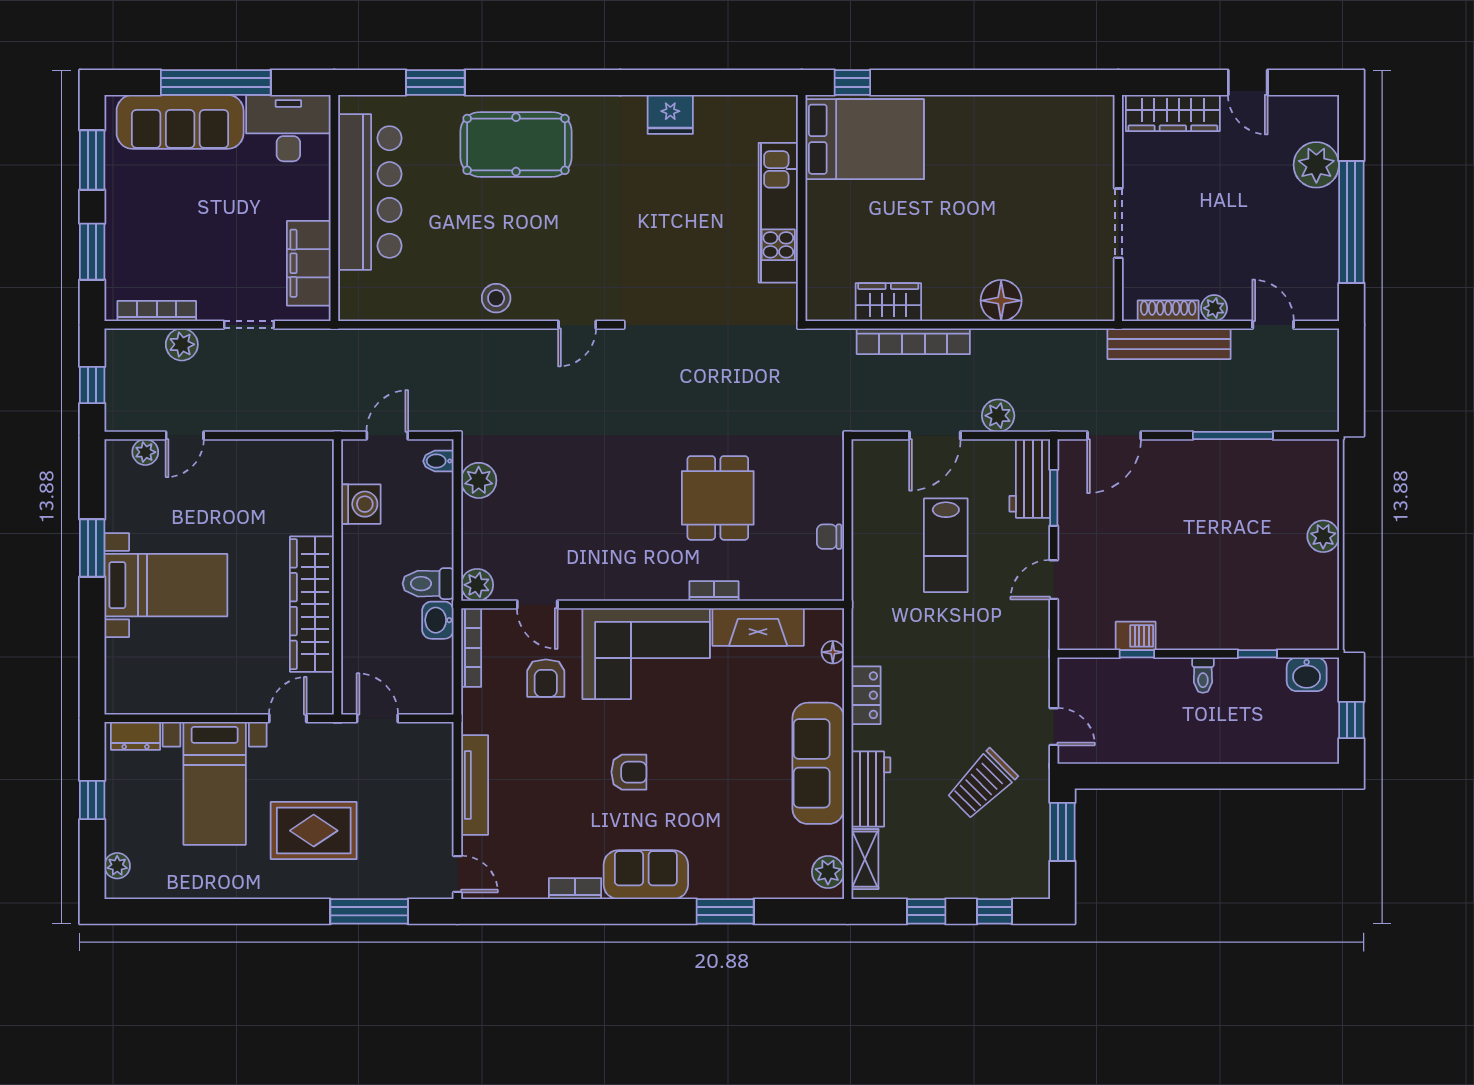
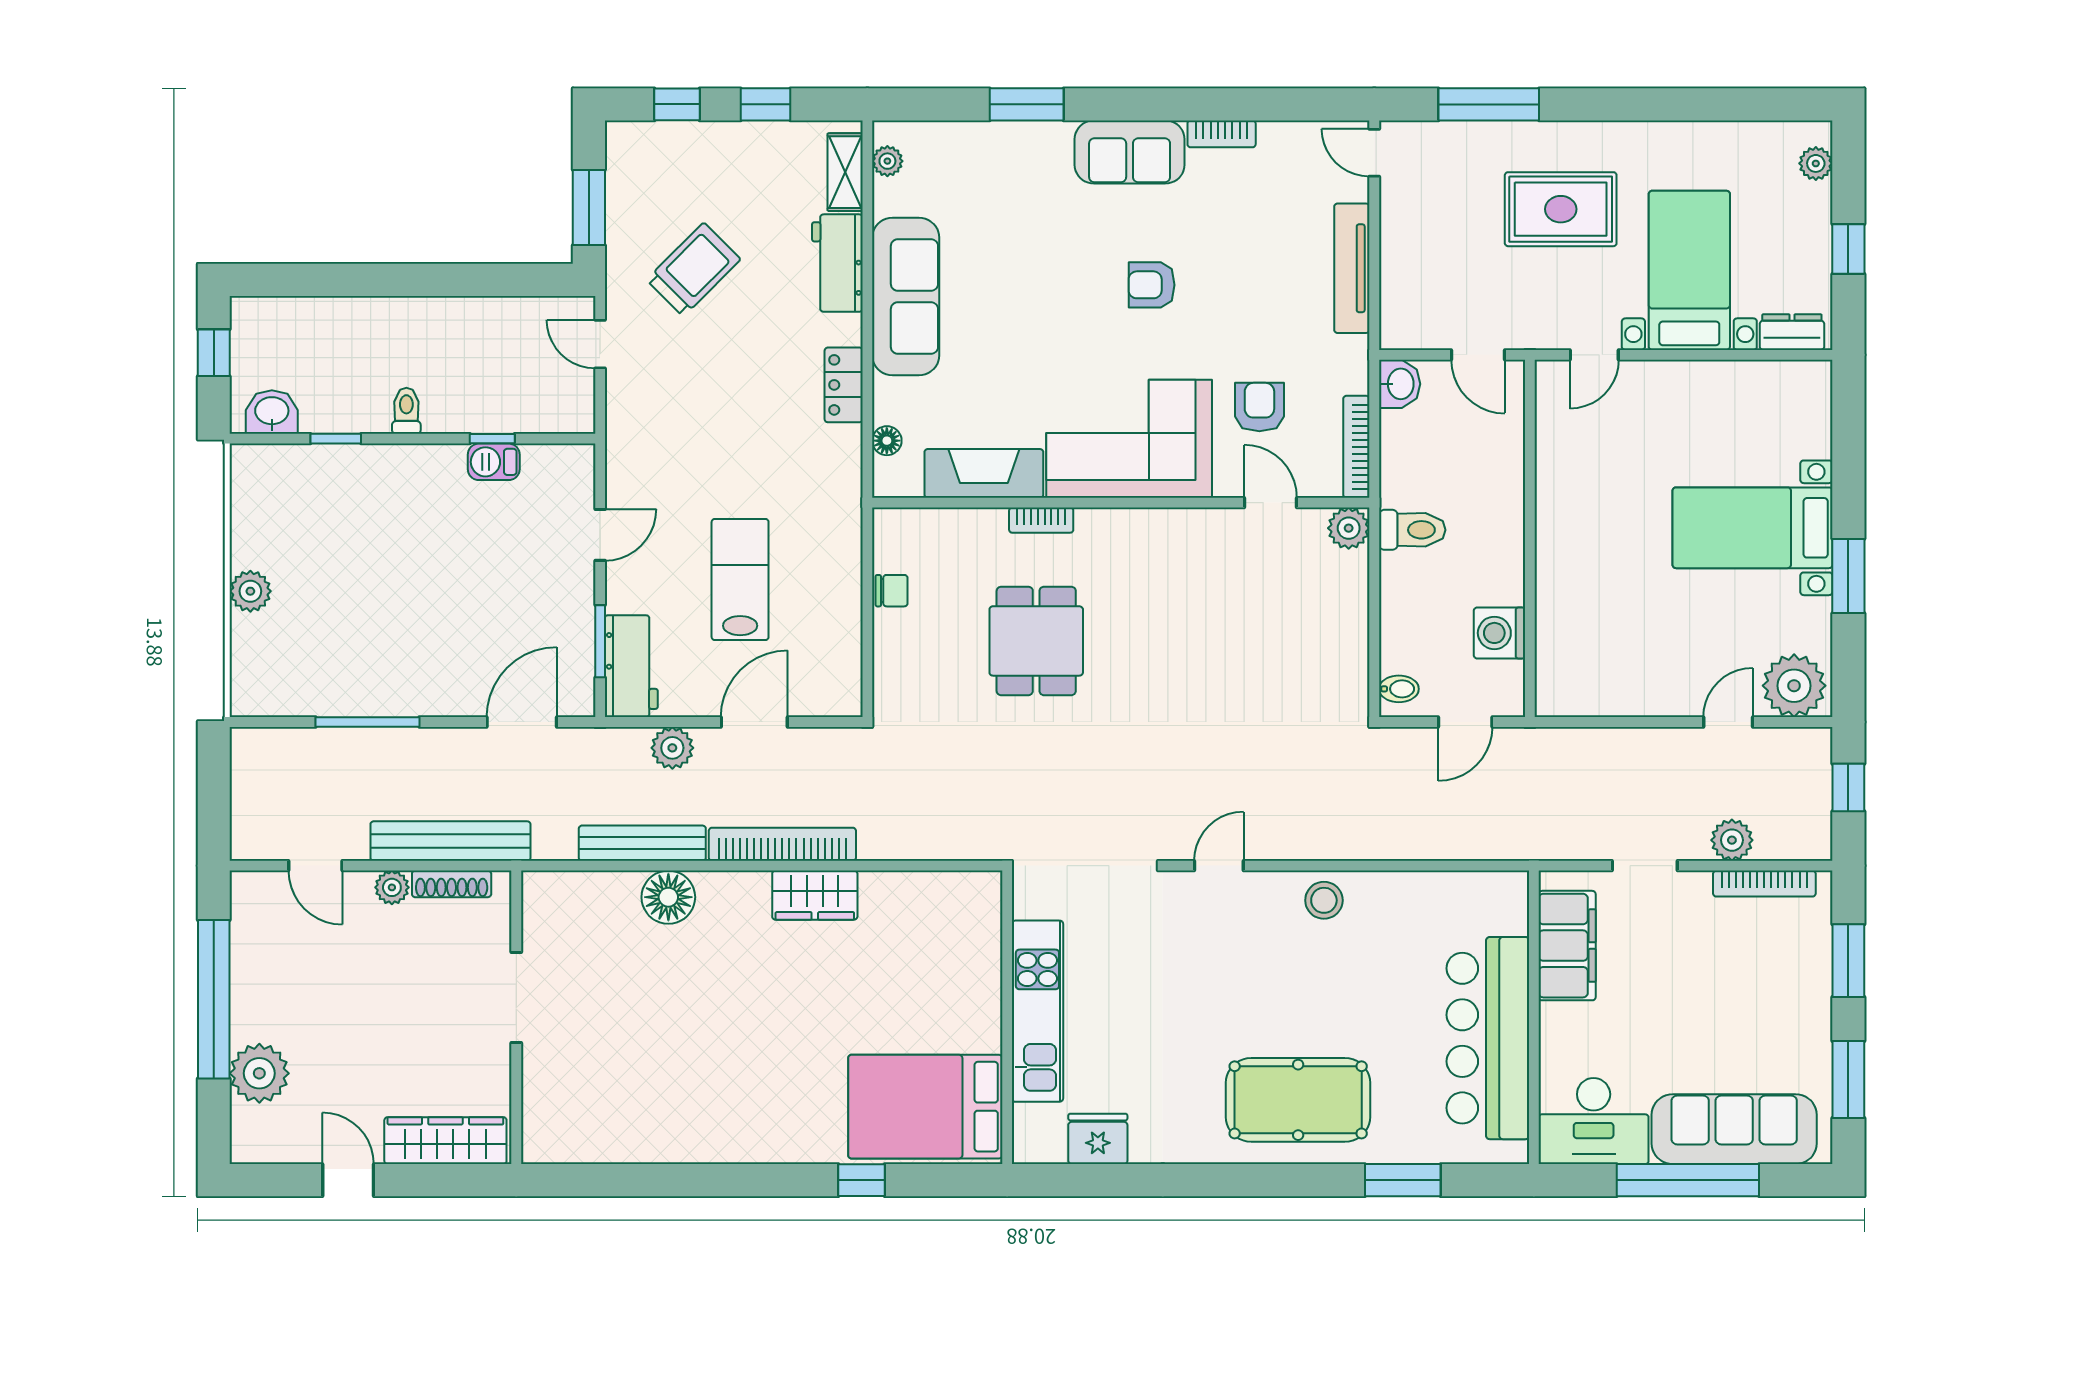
bed: (865, 139) -> (925, 1107), moved
wall: (802, 208) -> (1007, 1017), moved
kitchen unit: (778, 213) -> (1037, 1011), moved
bench: (1021, 342) -> (642, 843), added
plant: (145, 452) -> (1794, 686), width x1.87, depth x1.87
plant: (479, 480) -> (1347, 664), removed
wardrobe: (312, 604) -> (1563, 503), removed
washbasin: (438, 620) -> (1400, 384), moved
plant: (828, 872) -> (887, 161), width x0.73, depth x0.73

